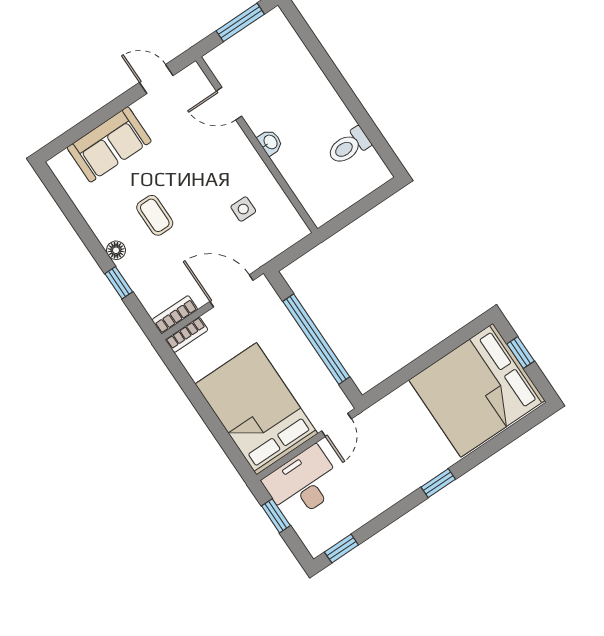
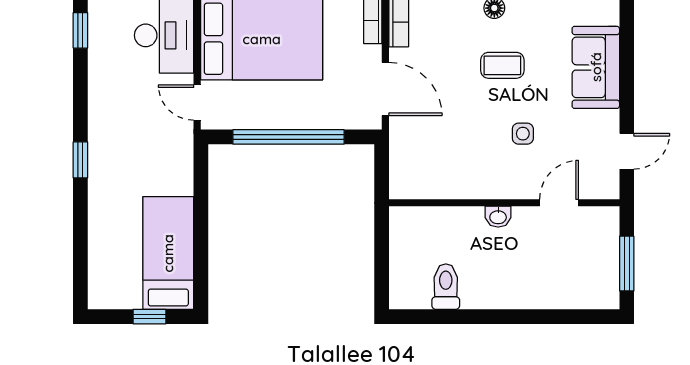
side table: (243, 209) -> (523, 134), moved
door: (231, 291) -> (385, 89), hinge flipped
bed: (477, 390) -> (168, 253), width x0.49

